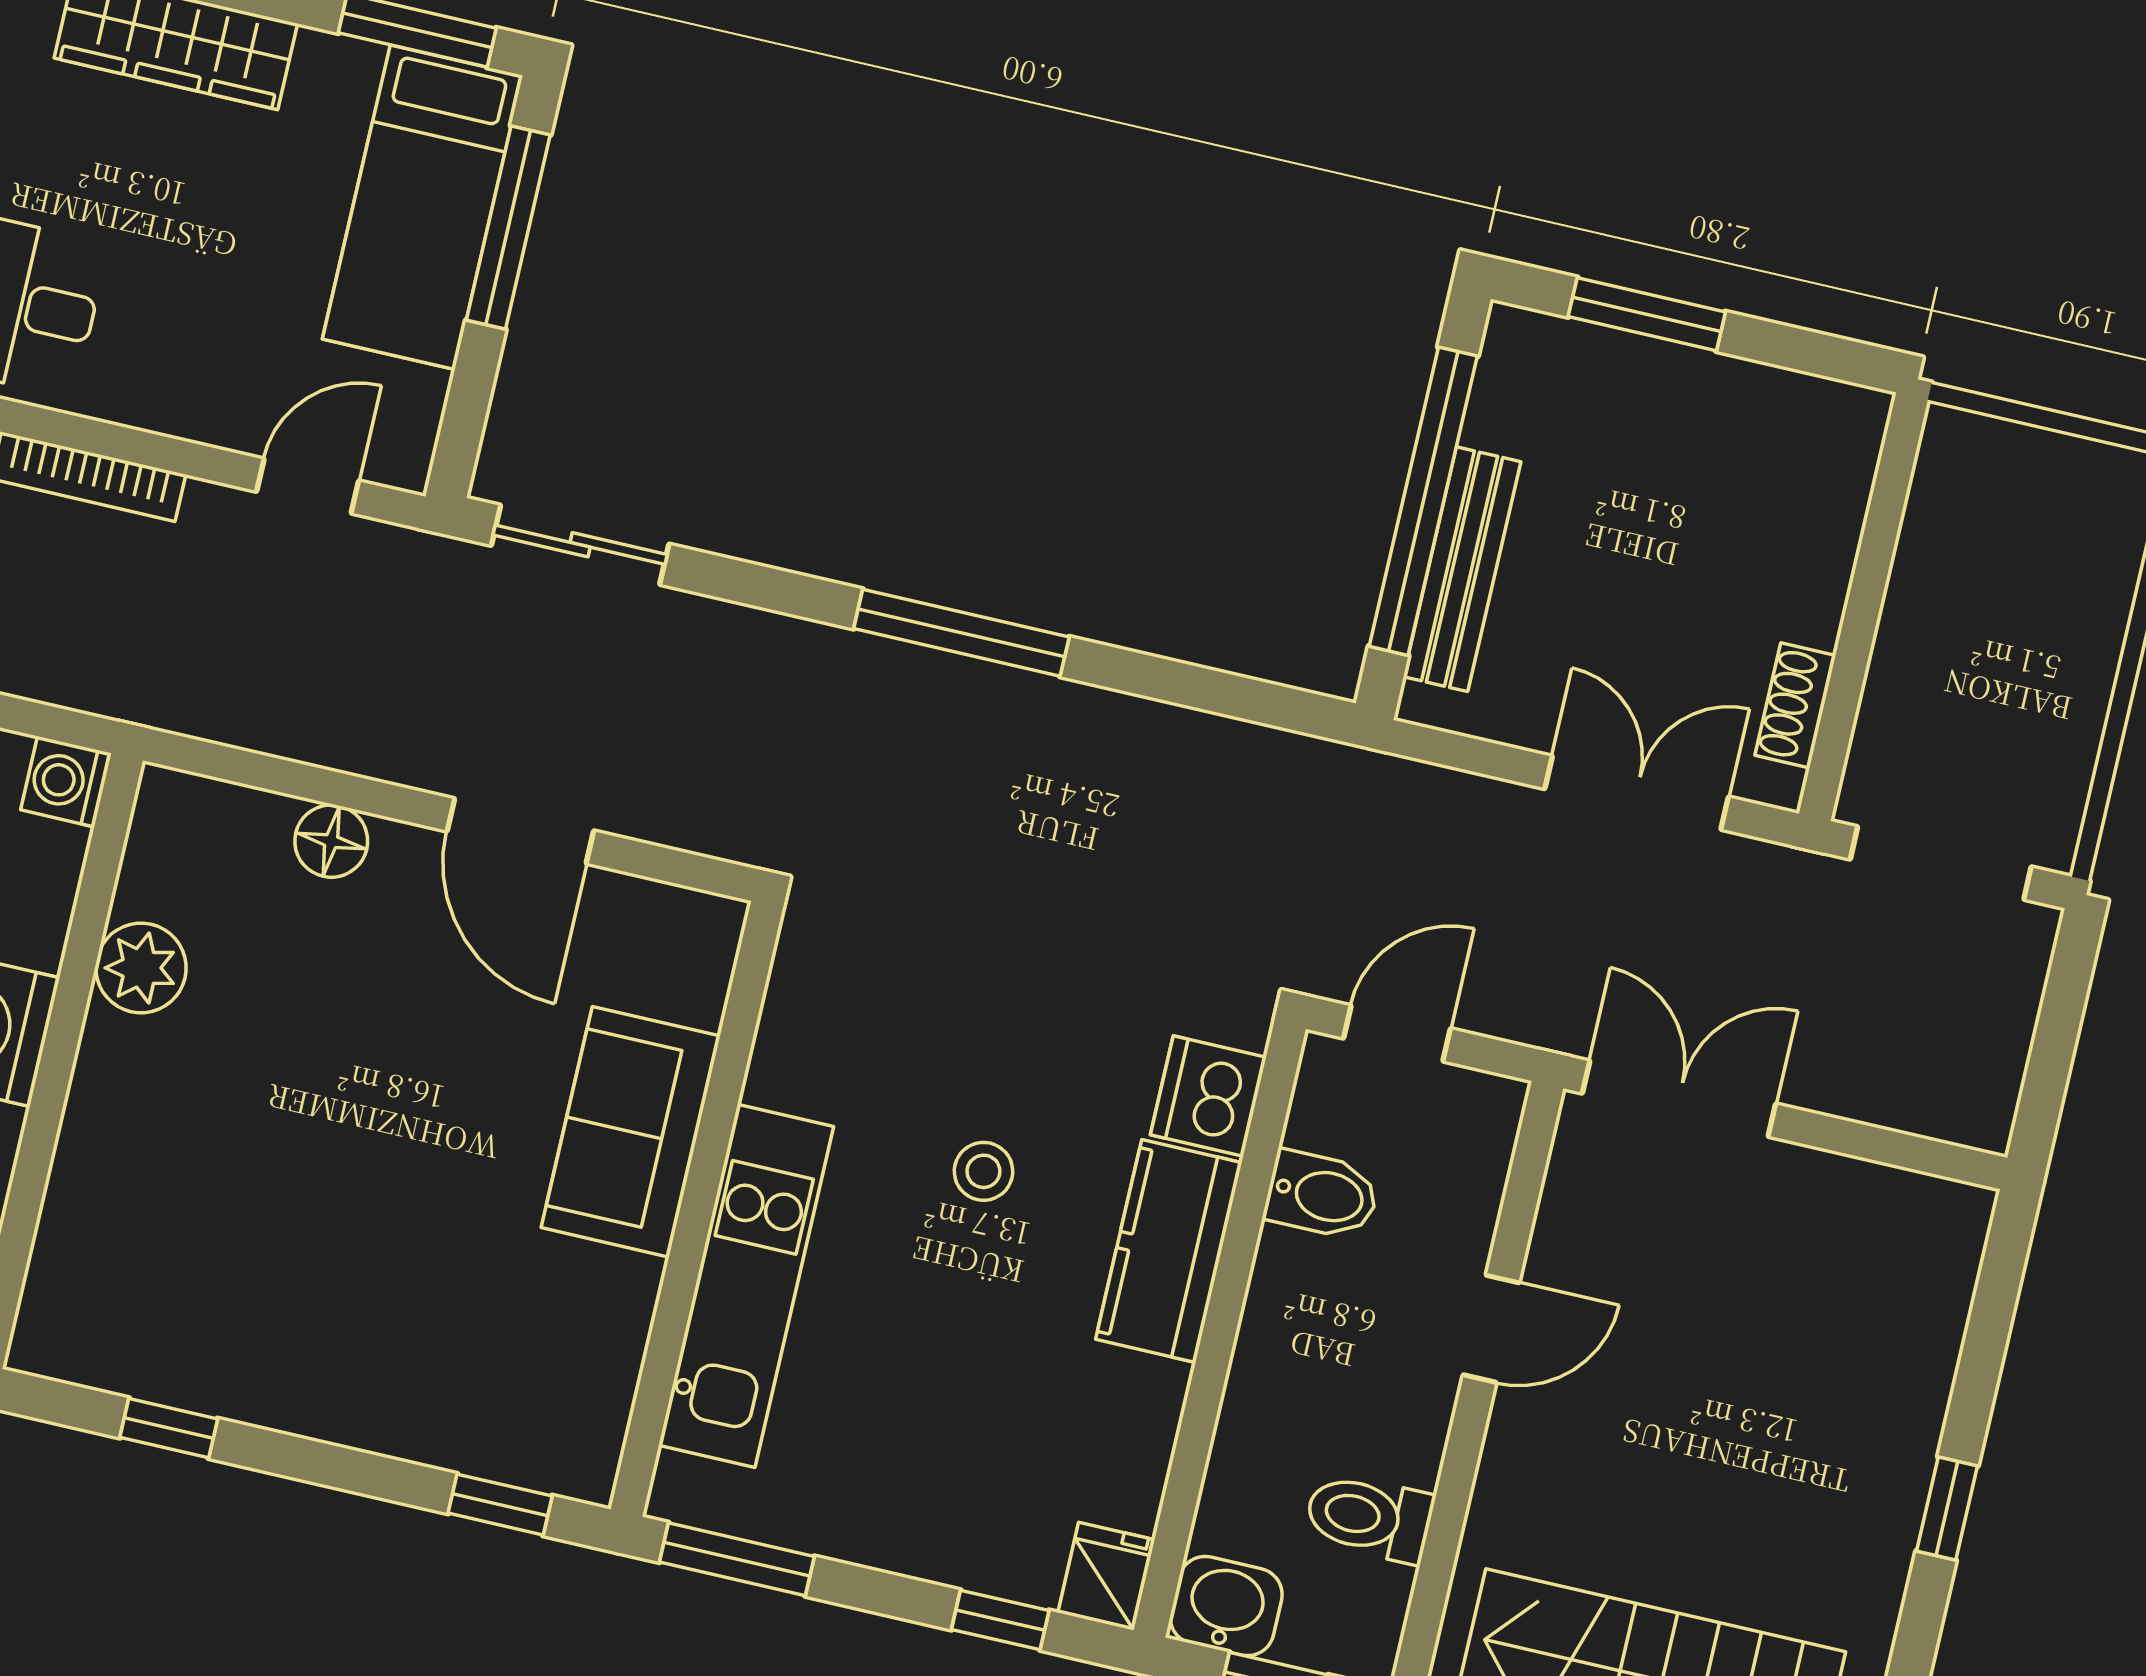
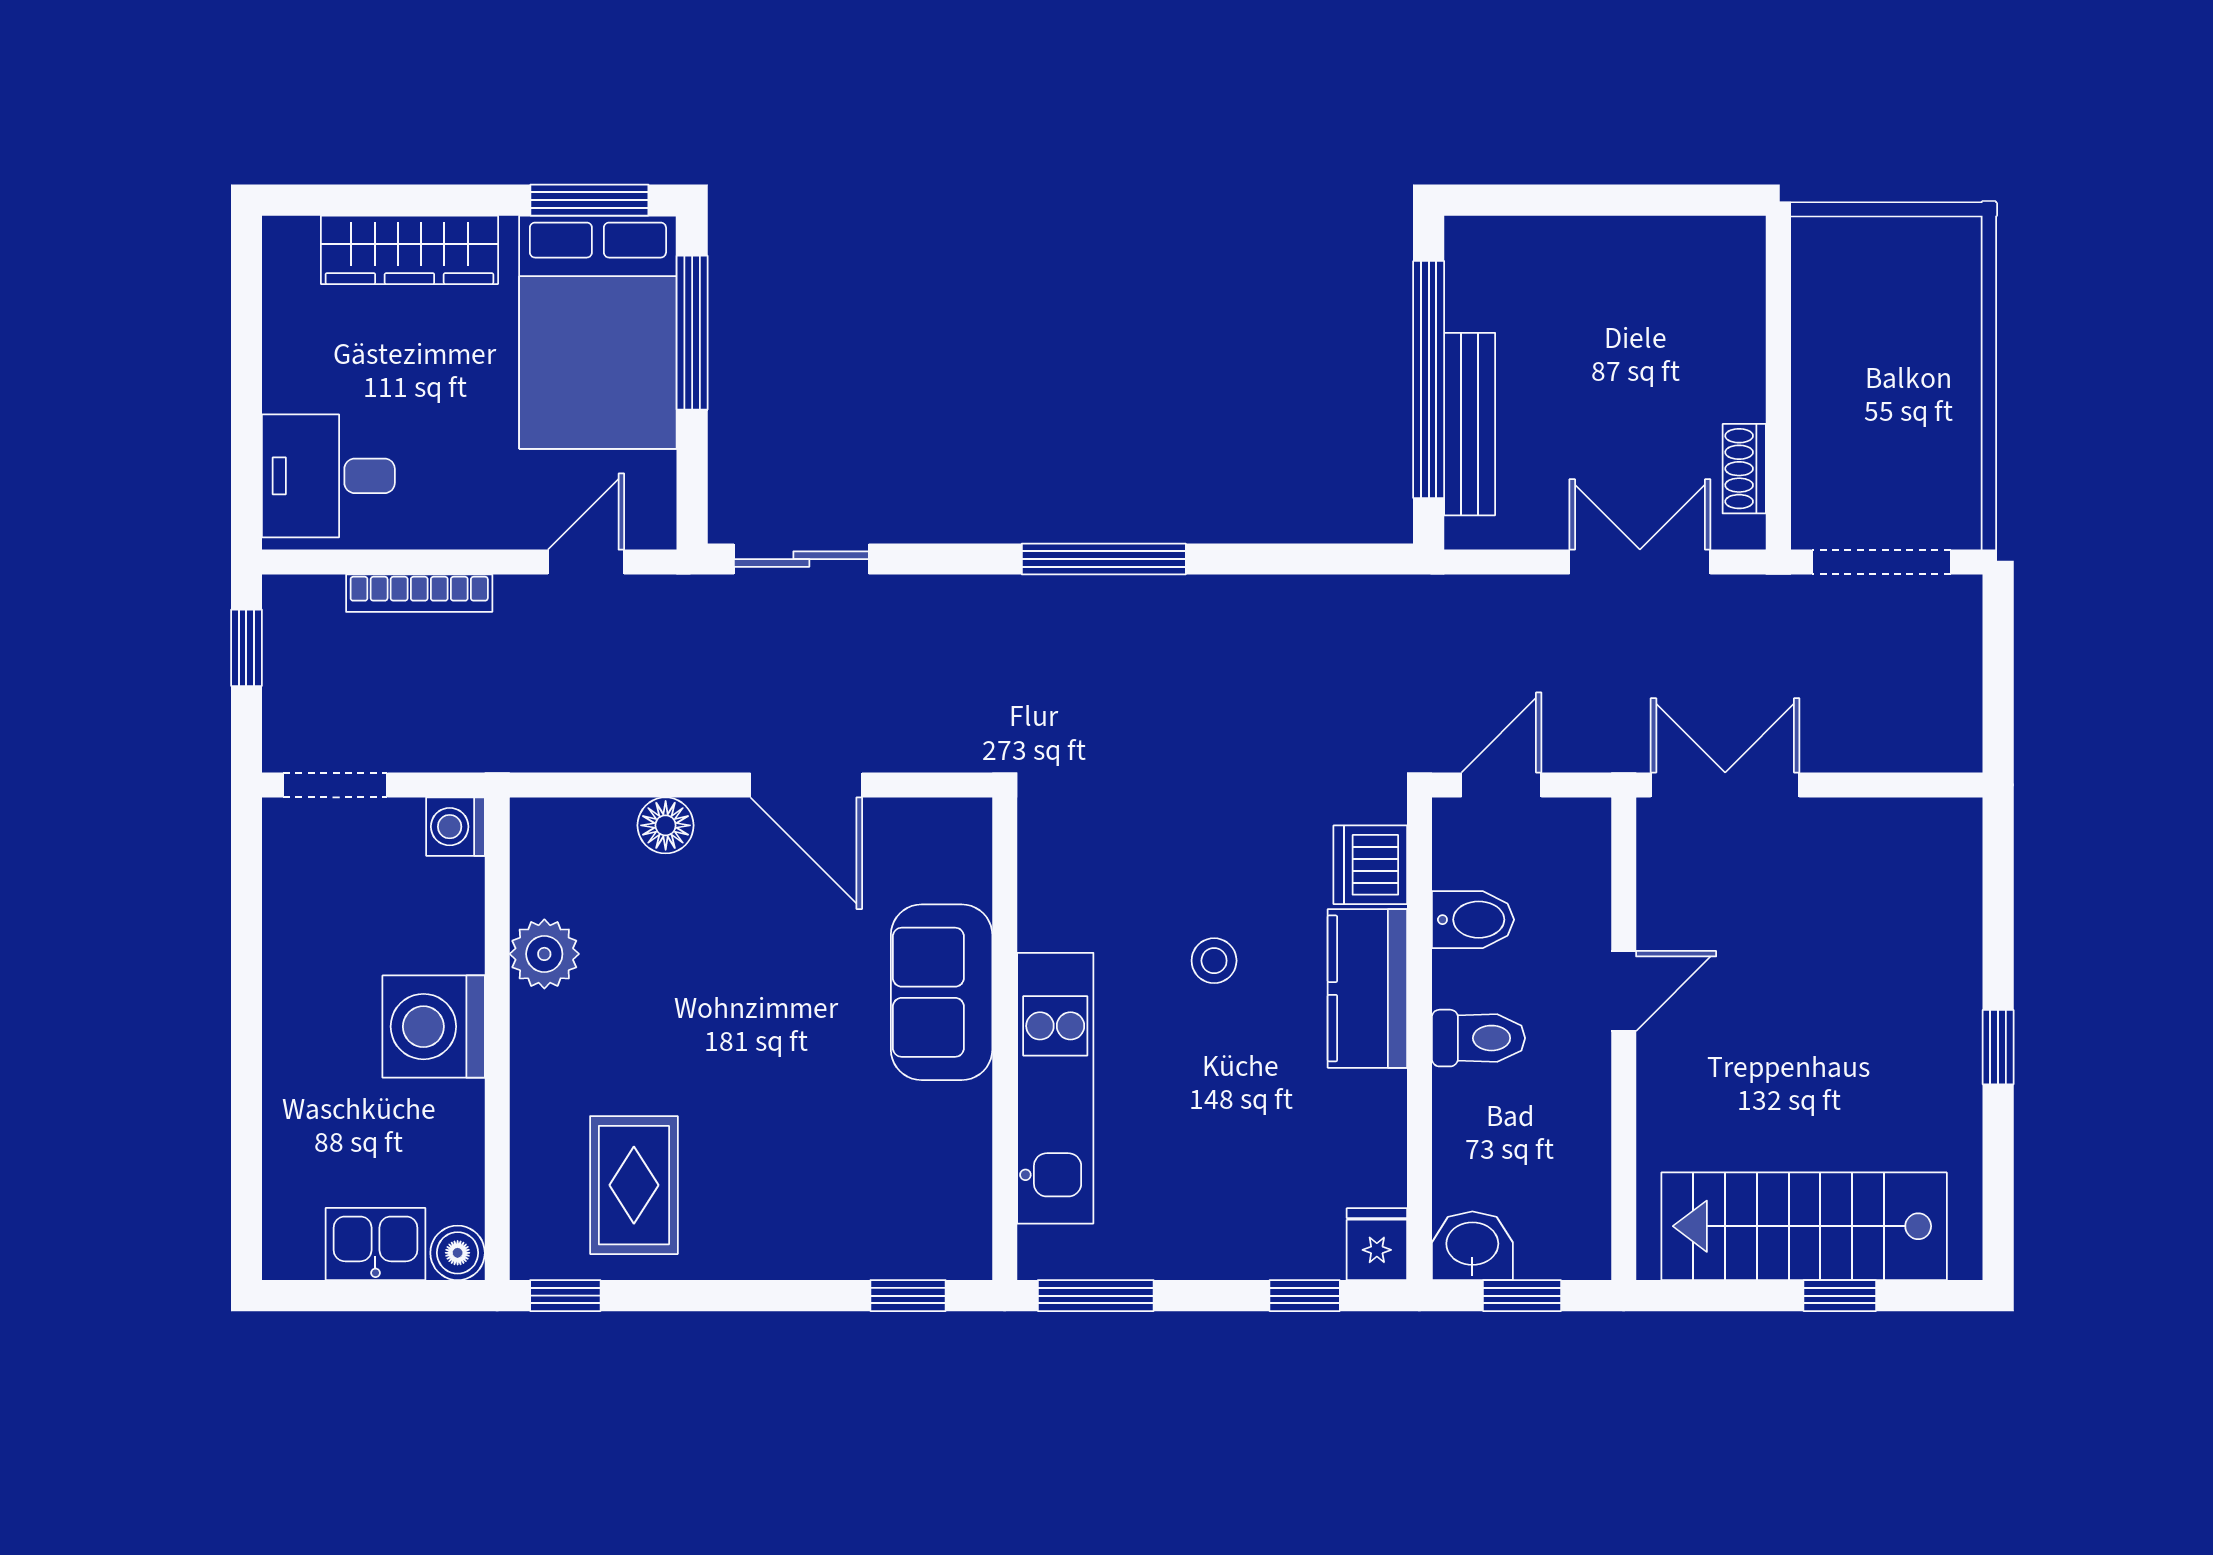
bed: (423, 207) -> (598, 332), width x1.50
window: (1647, 314) -> (1565, 200), removed
rug: (187, 1285) -> (634, 1185), added
window: (169, 1428) -> (565, 1296), moved
toilet: (1369, 1517) -> (1478, 1038), moved, turned 180

